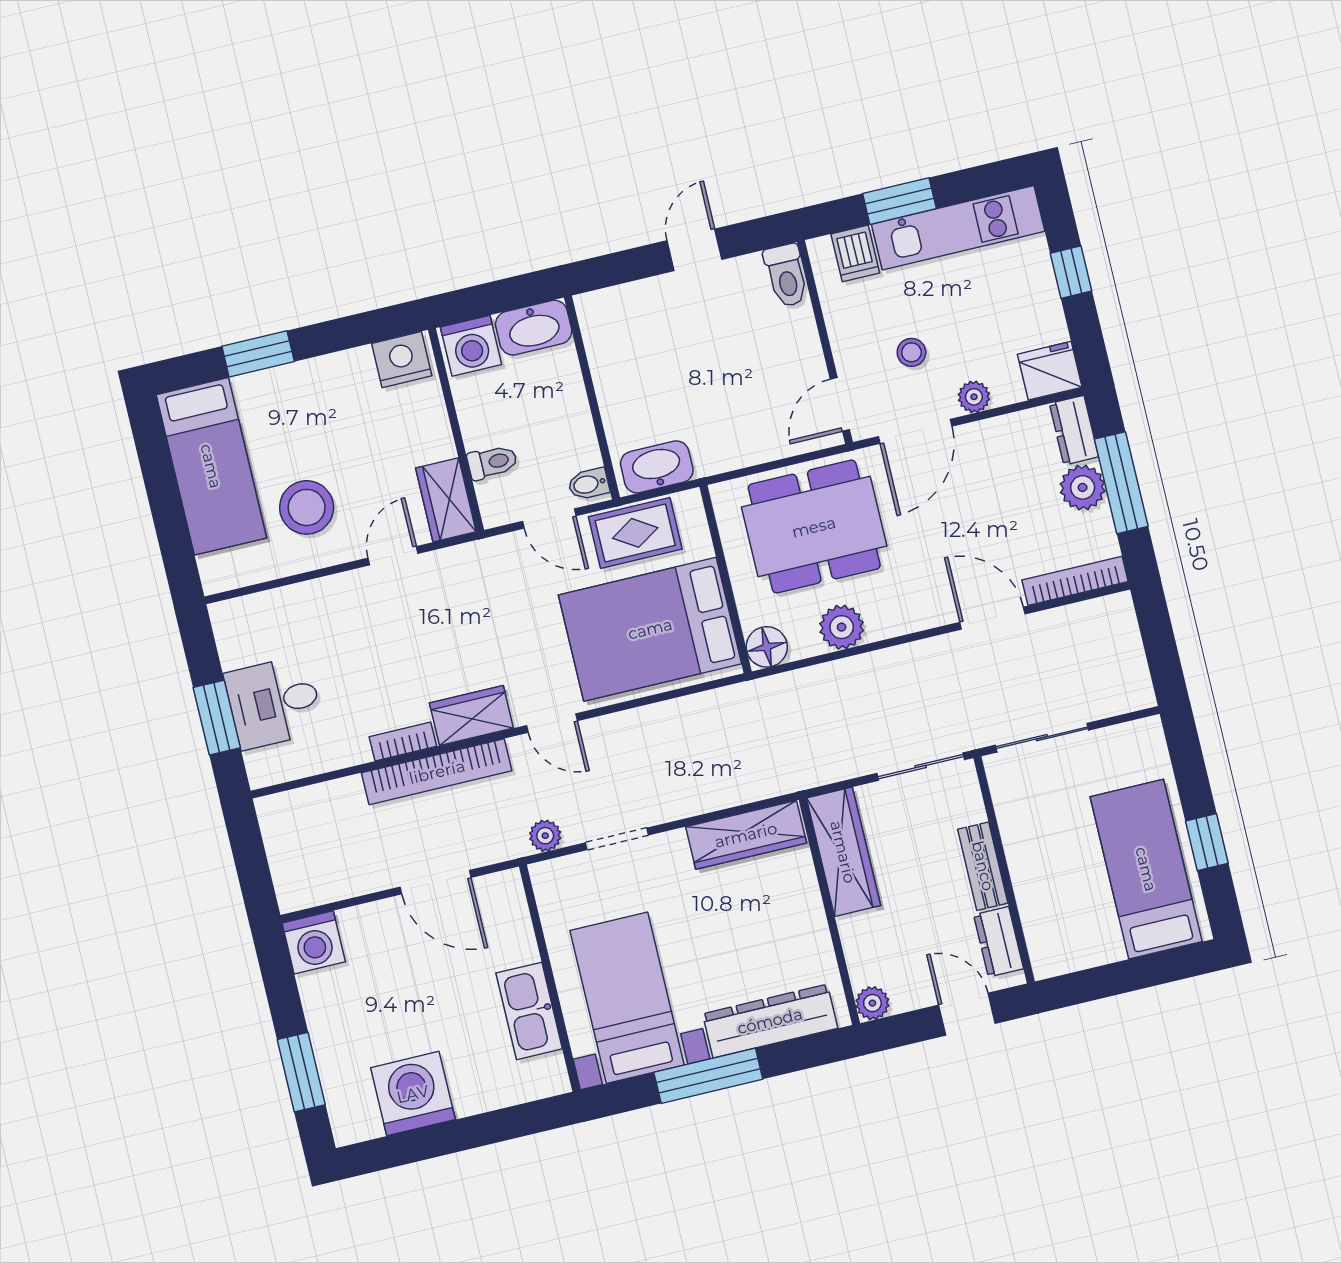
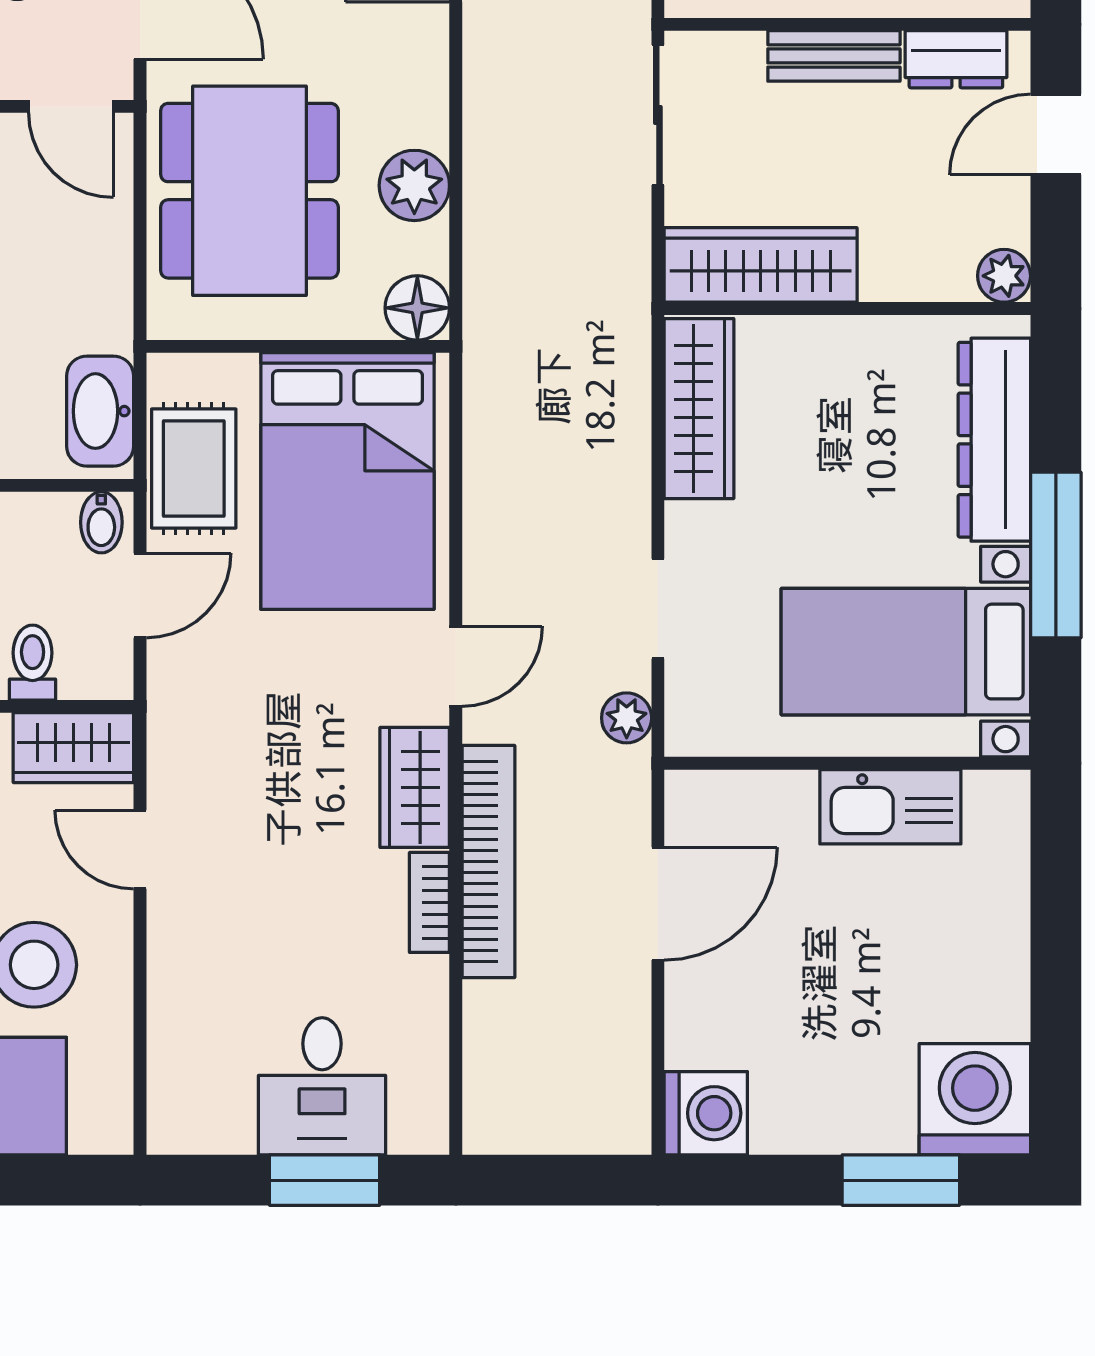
washing machine: (413, 1094) -> (975, 1099), moved, turned 90

